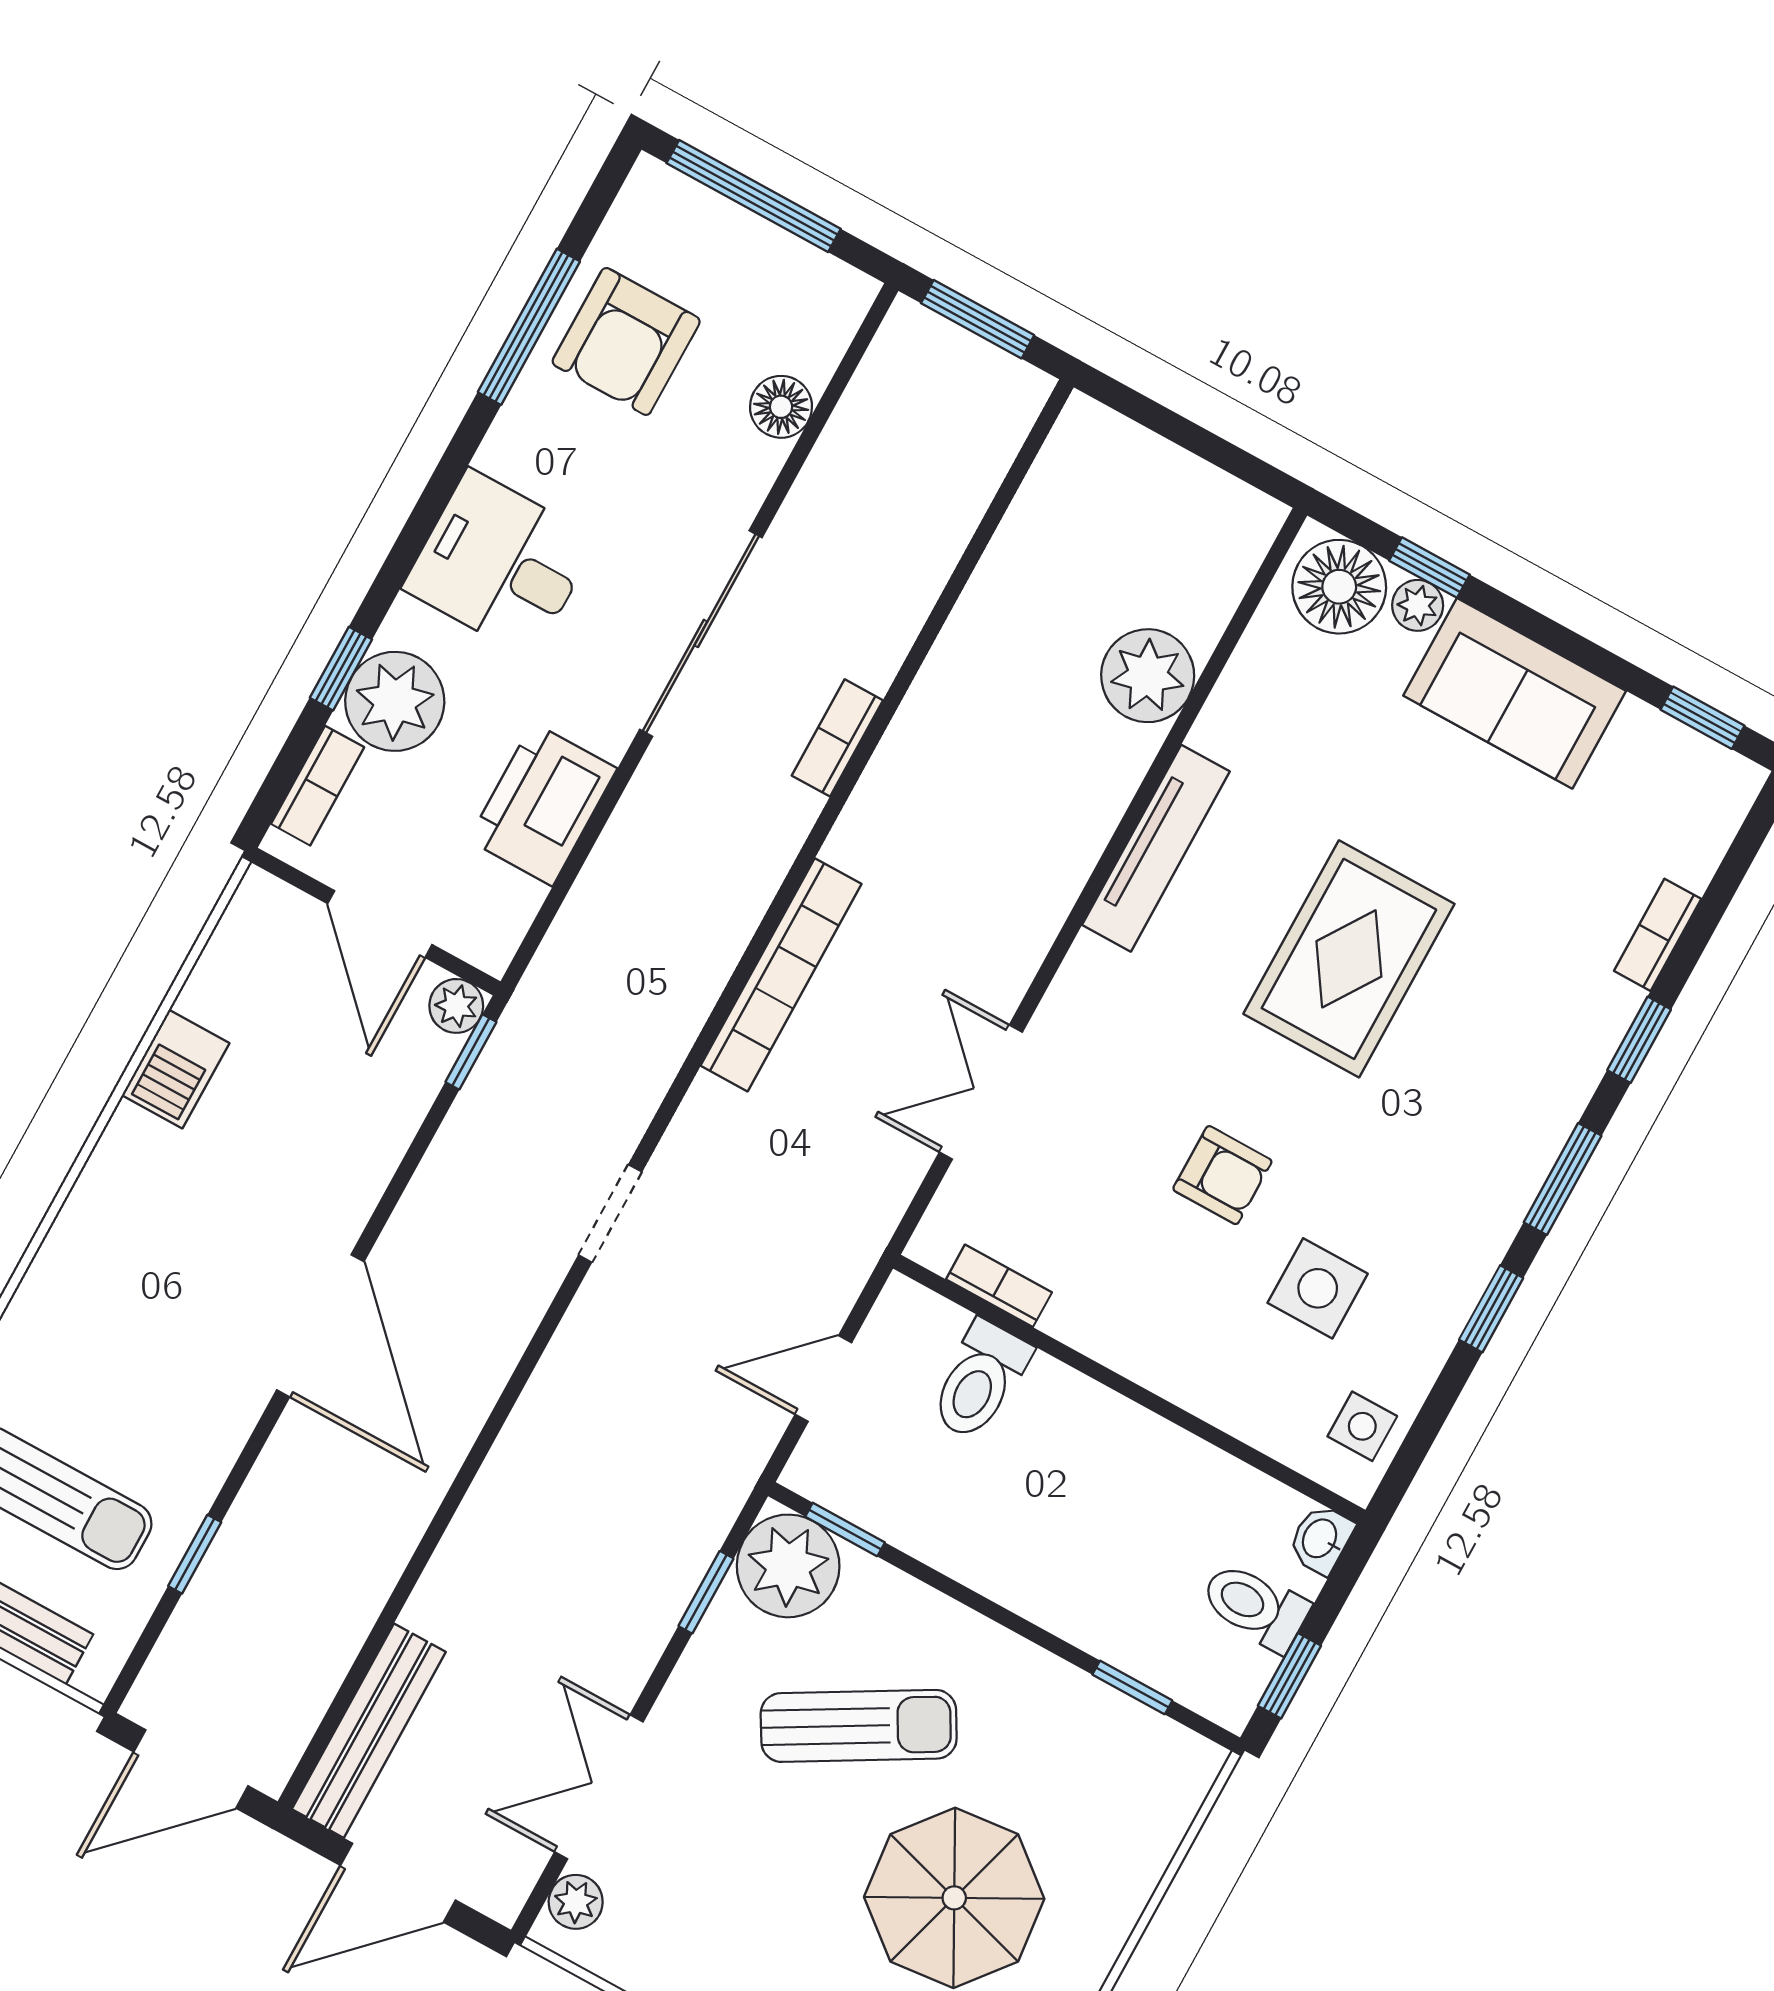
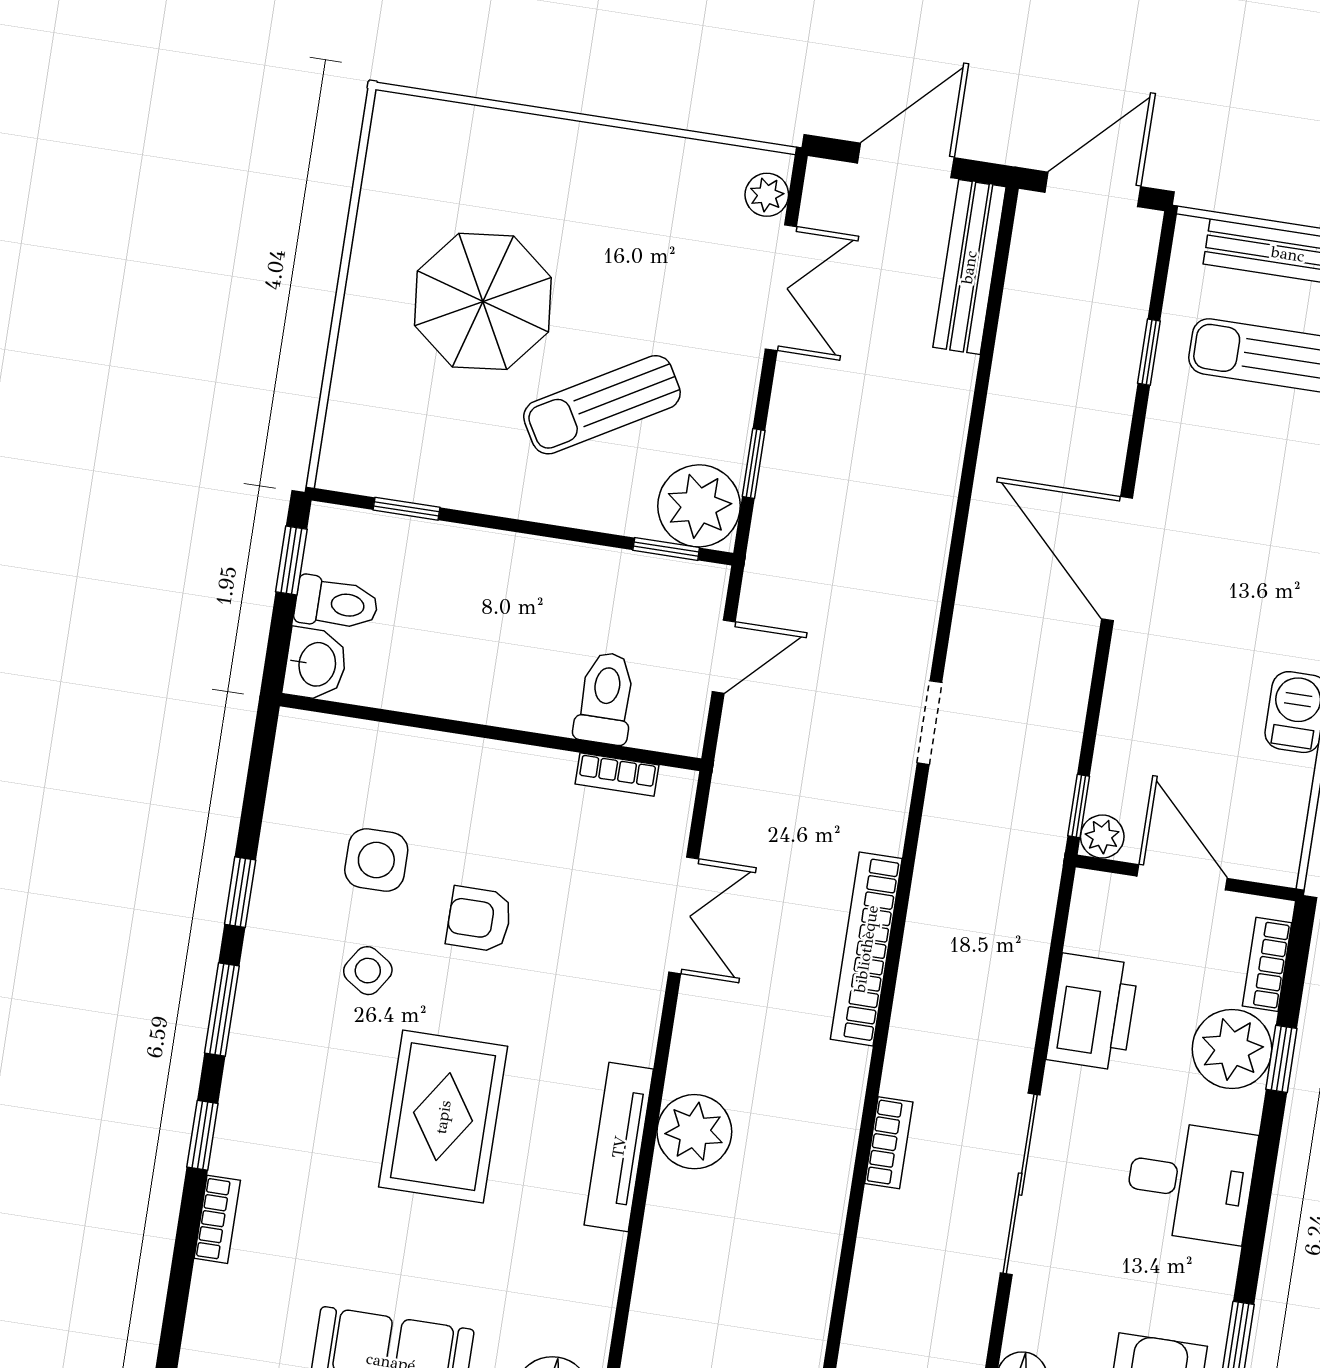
plant: (1148, 676) -> (694, 1132), moved
side table: (1362, 1426) -> (368, 971), moved, turned 33
washbasin: (1321, 1539) -> (316, 664), width x1.38, depth x1.45

